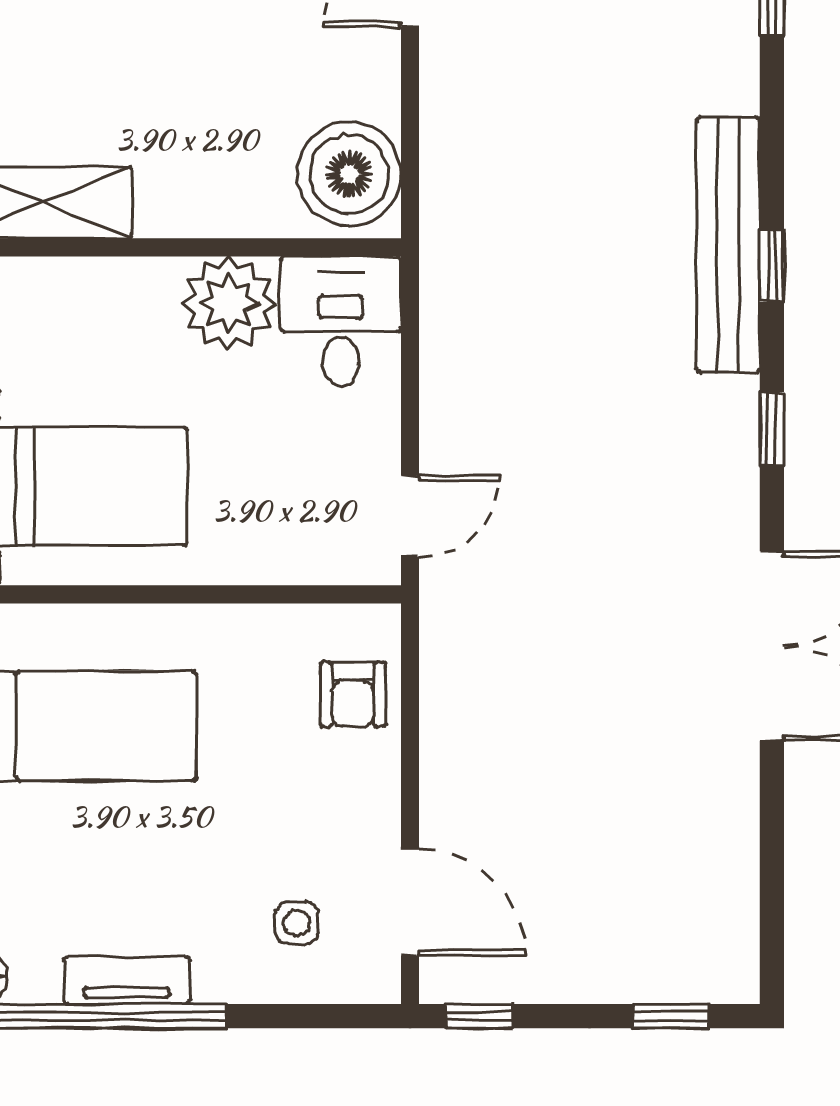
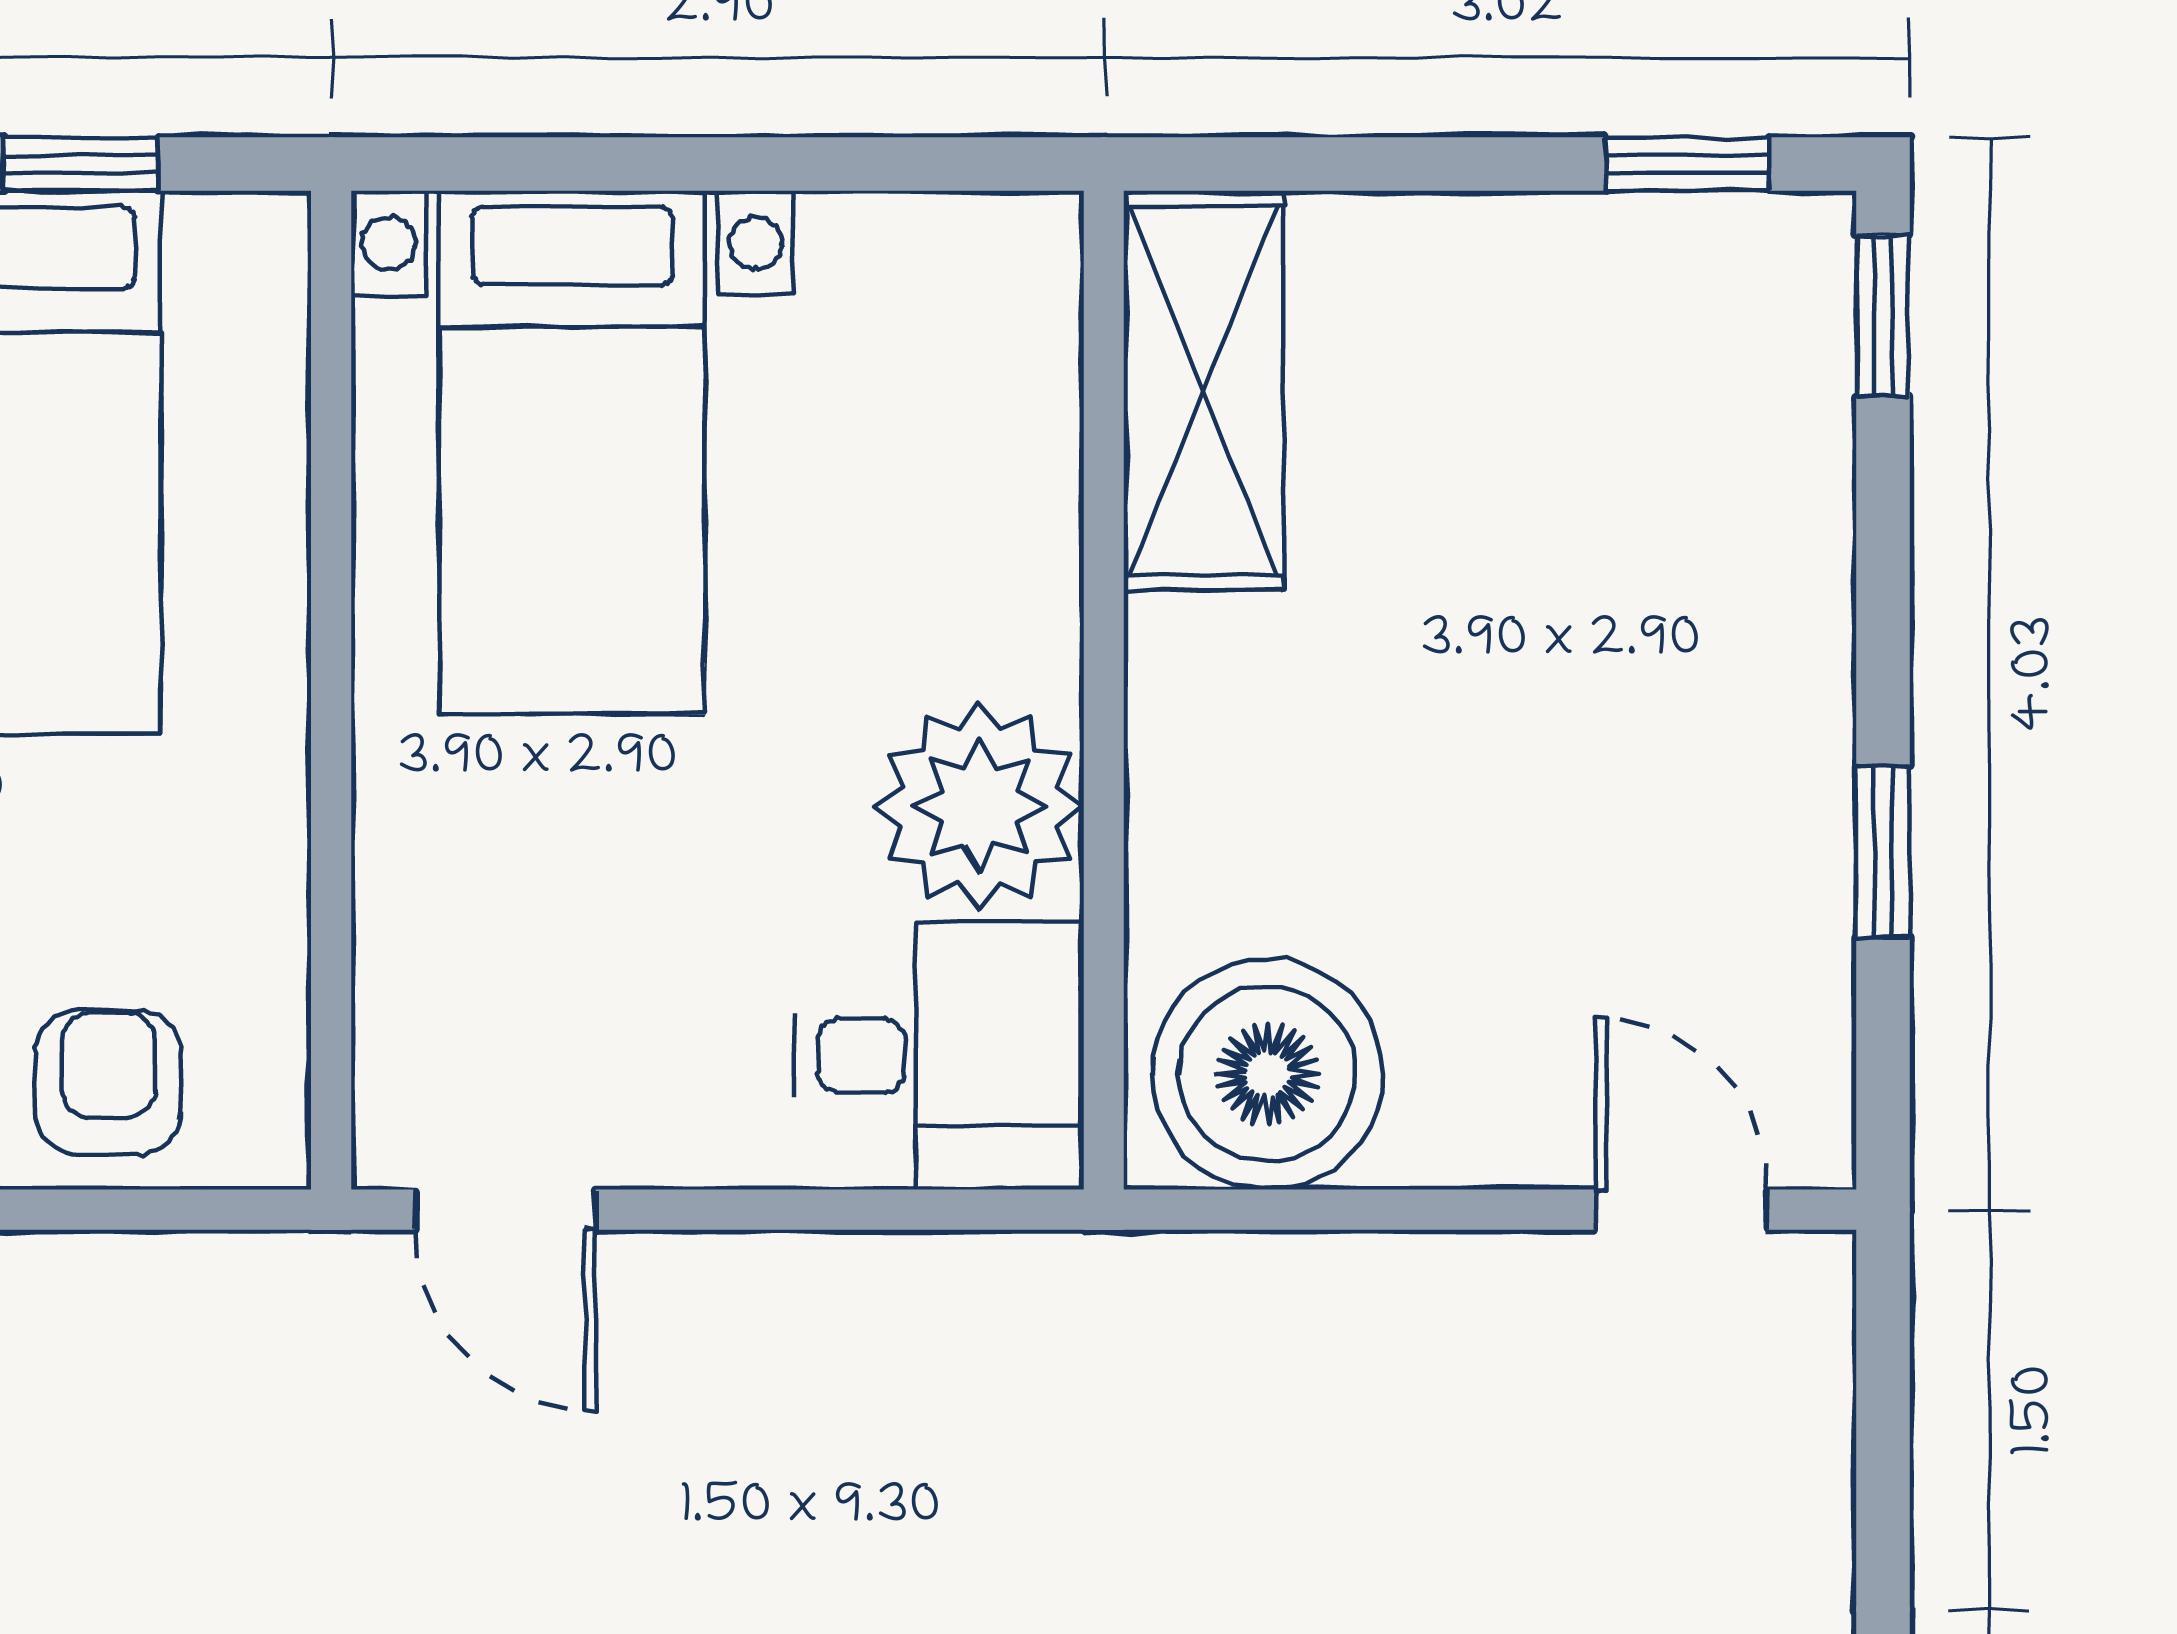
armchair: (353, 695) -> (108, 1083), turned 90

